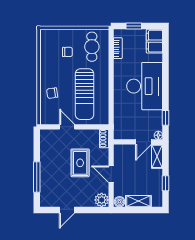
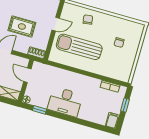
filing cabinet: (154, 41) -> (112, 120), width x0.50
cafe table: (92, 47) -> (118, 65), removed
desk: (145, 86) -> (65, 102), width x0.73, depth x0.77
door: (143, 142) -> (27, 75), moved

